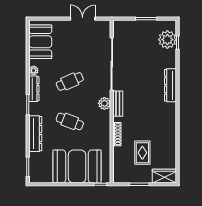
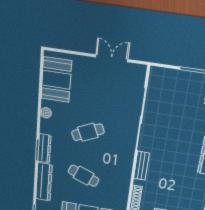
dresser: (34, 89) -> (44, 148), moved
plant: (104, 103) -> (126, 163), removed

